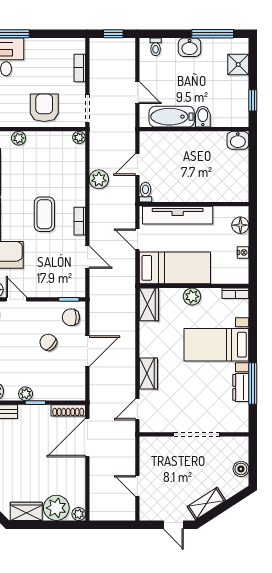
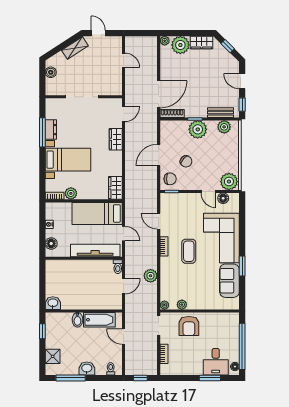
plant: (19, 138) -> (182, 305), moved
plant: (192, 297) -> (71, 193), moved
plant: (26, 394) -> (198, 129), width x1.88, depth x1.88

